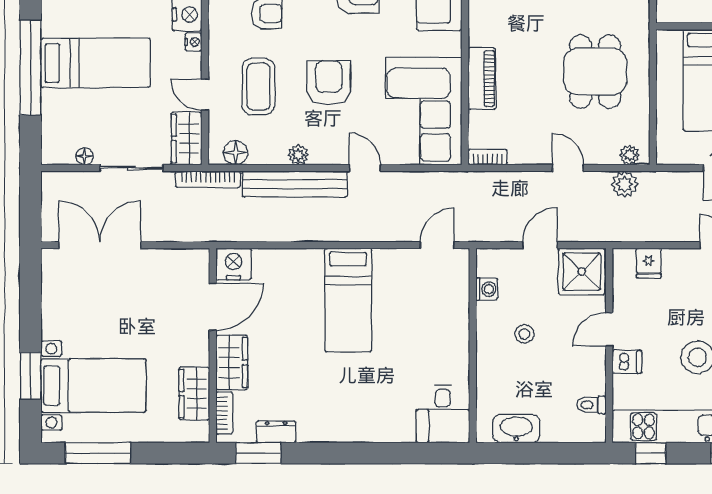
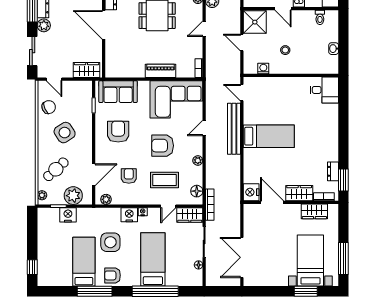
bench: (295, 184) -> (234, 129), moved
washbasin: (516, 429) -> (334, 49), width x0.52, depth x0.69

